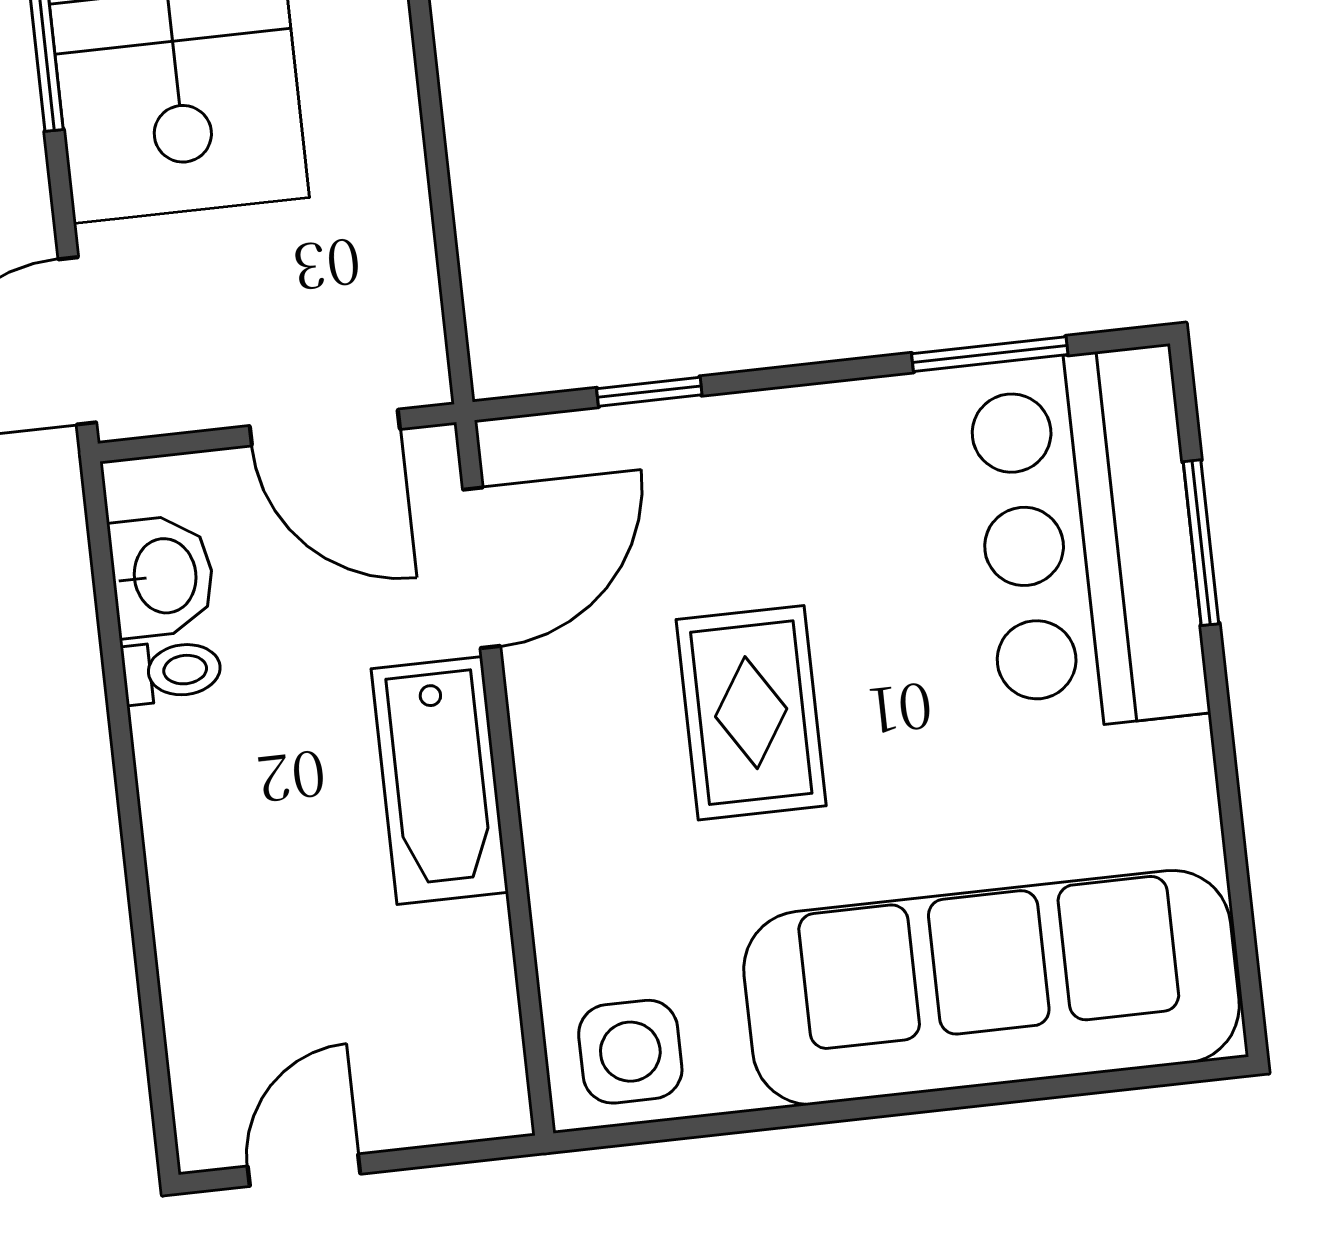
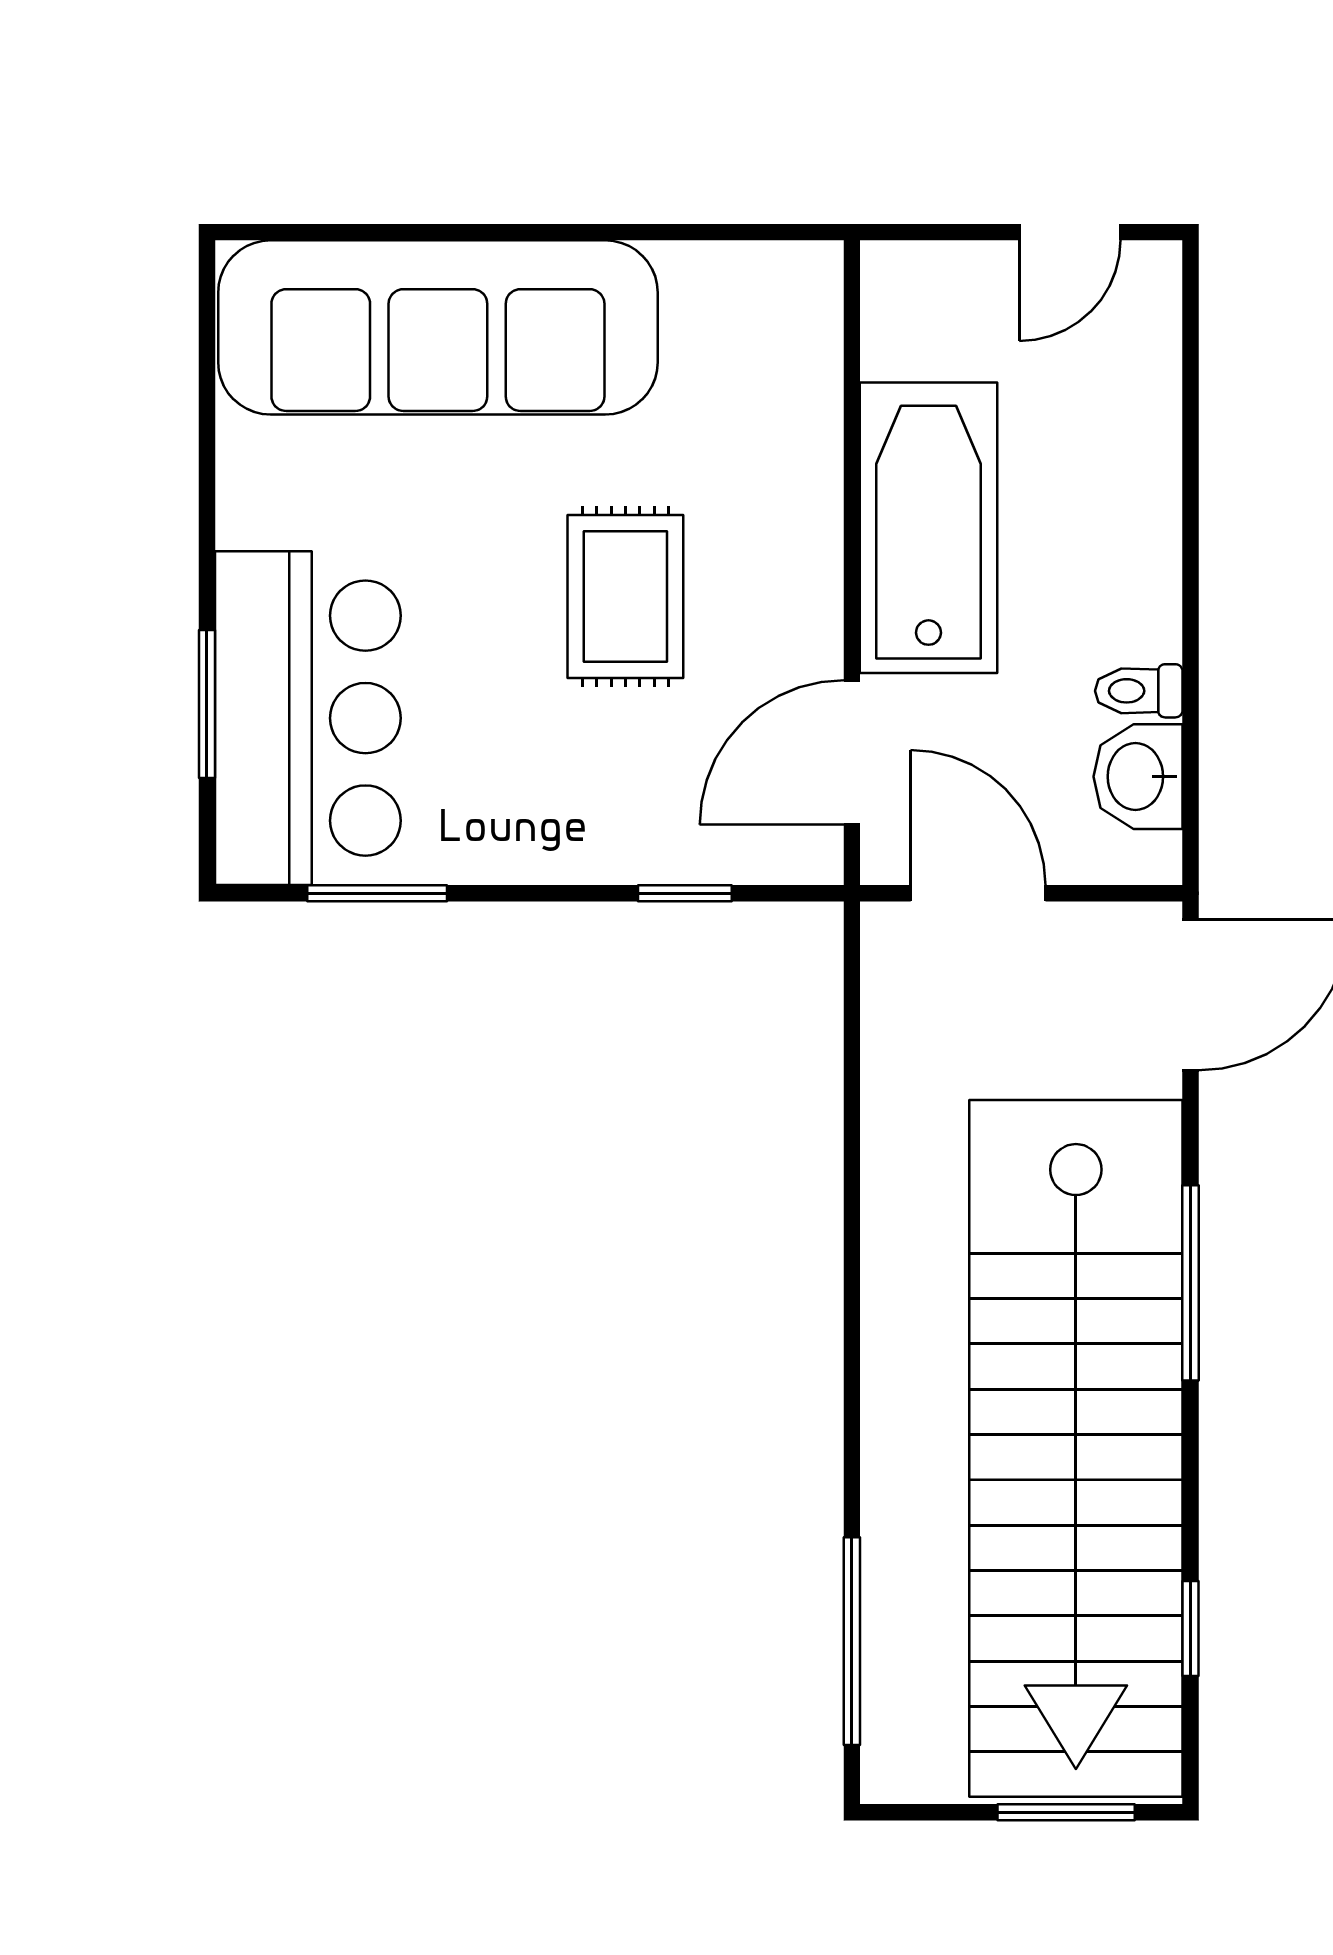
bathtub: (440, 781) -> (928, 528), width x1.36, depth x1.36
side table: (630, 1052) -> (767, 306), removed

